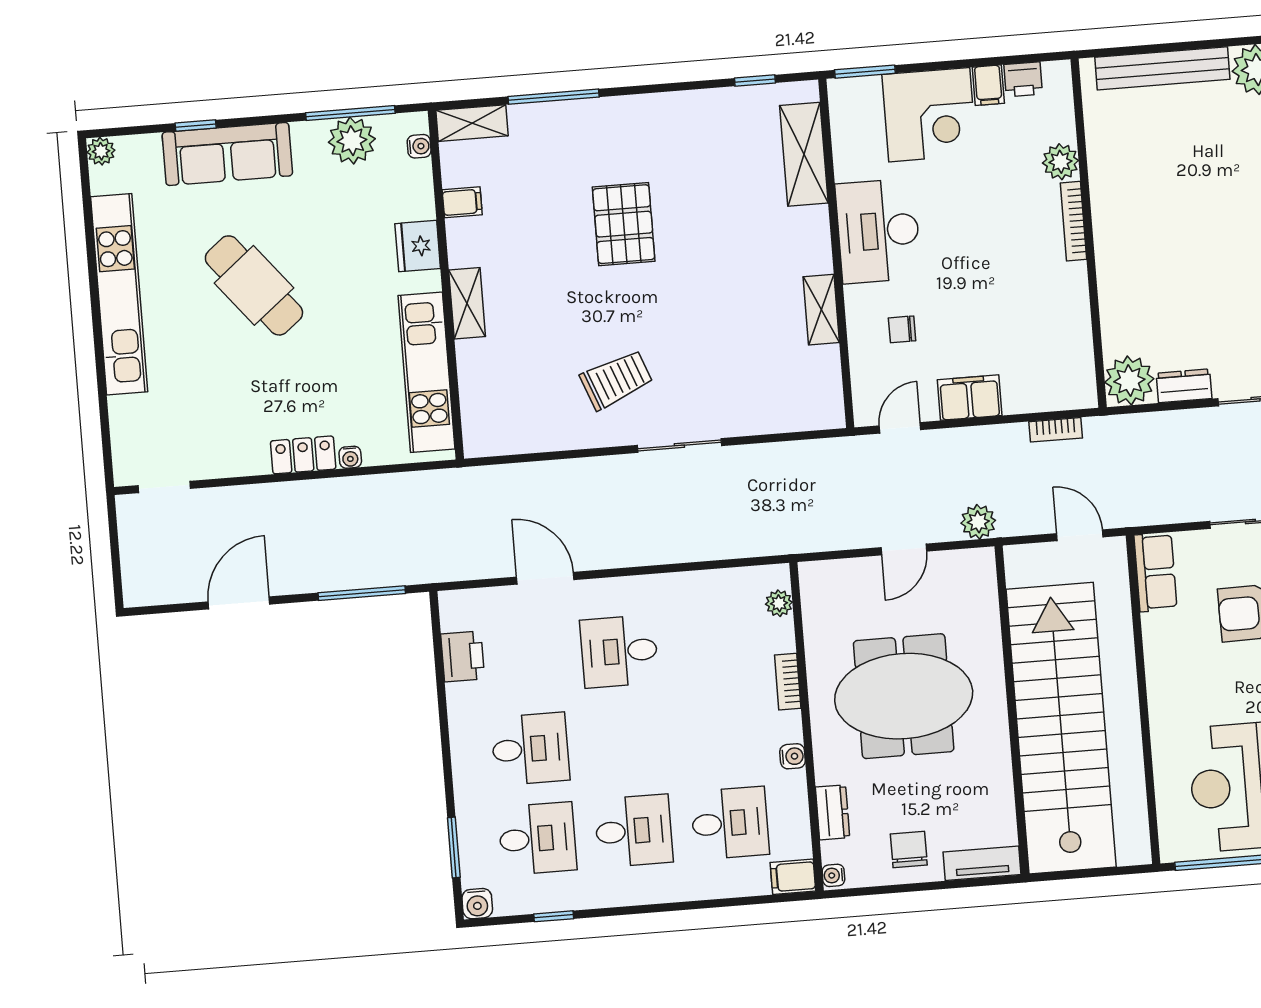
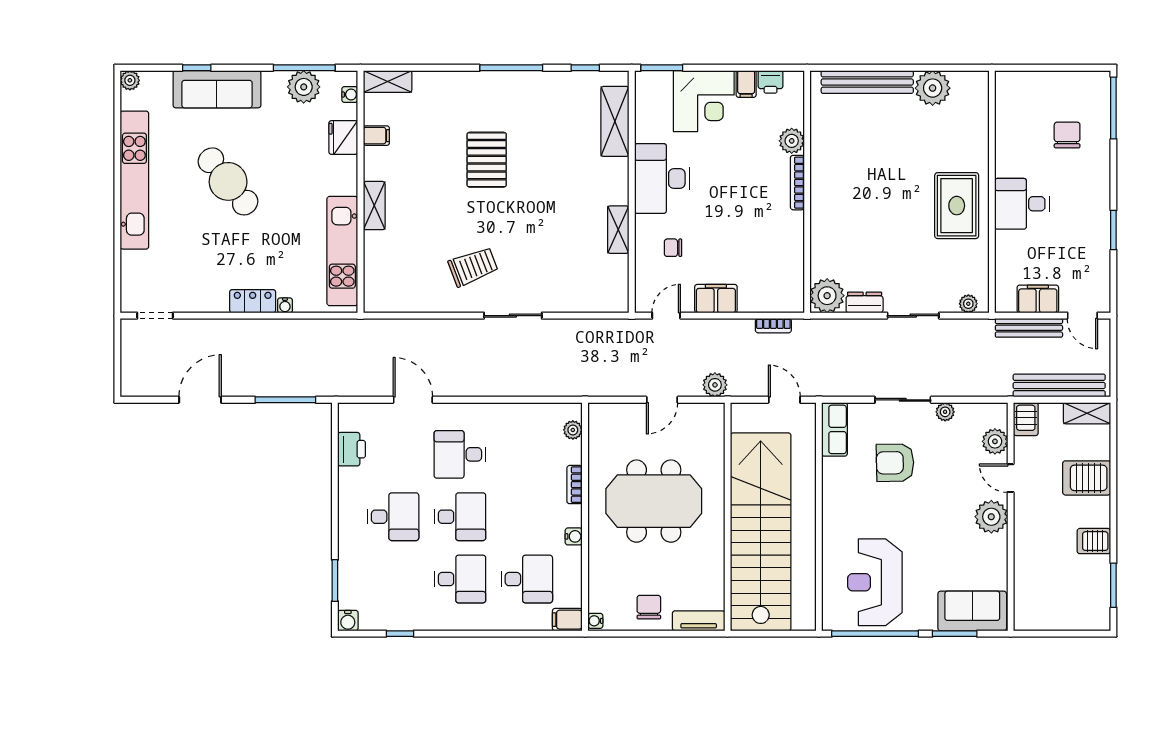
window: (554, 97) -> (511, 68), moved
fridge: (418, 246) -> (343, 138), moved
dresser: (833, 812) -> (598, 577), removed
desk: (537, 839) -> (460, 517), moved

